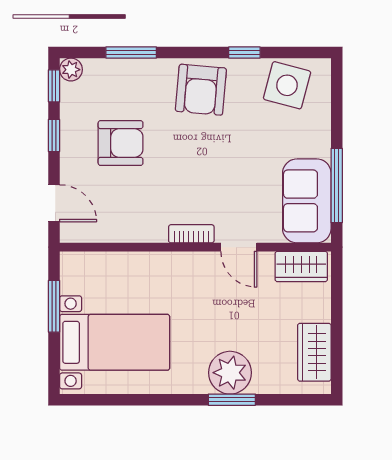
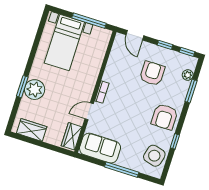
plant: (71, 70) -> (188, 75), moved
armchair: (201, 90) -> (165, 117), turned -95
armchair: (121, 143) -> (152, 73), turned 180
window: (337, 185) -> (122, 170), moved
door: (54, 203) -> (135, 35), hinge flipped
window: (54, 306) -> (89, 21), width x1.44

